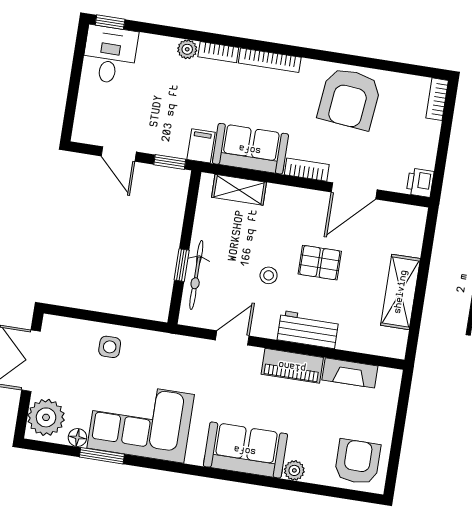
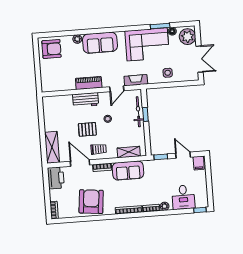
desk: (110, 55) -> (183, 197), moved
filing cabinet: (201, 146) -> (199, 163), moved
printer: (420, 183) -> (56, 178), width x1.87, depth x1.48
door: (354, 191) -> (80, 163), hinge flipped
trolley: (305, 212) -> (99, 149), added
shelving: (401, 292) -> (52, 147), moved
fireplace: (350, 373) -> (136, 80), moved
armchair: (357, 462) -> (52, 49), turned -90

